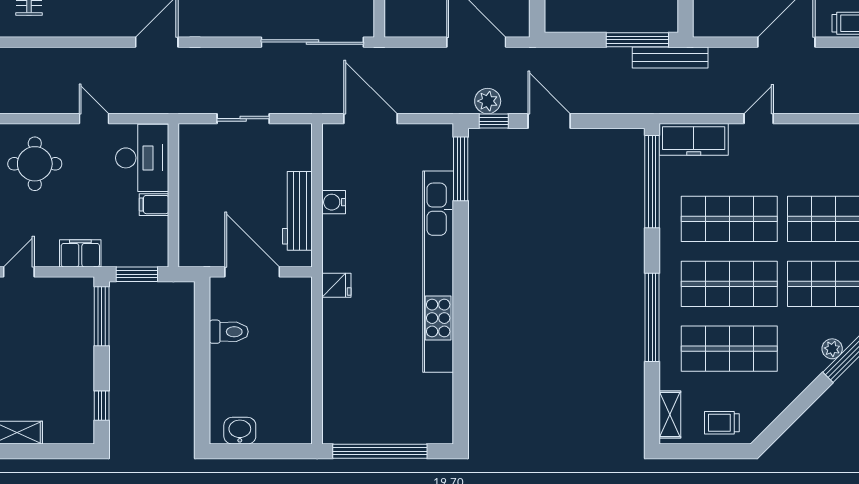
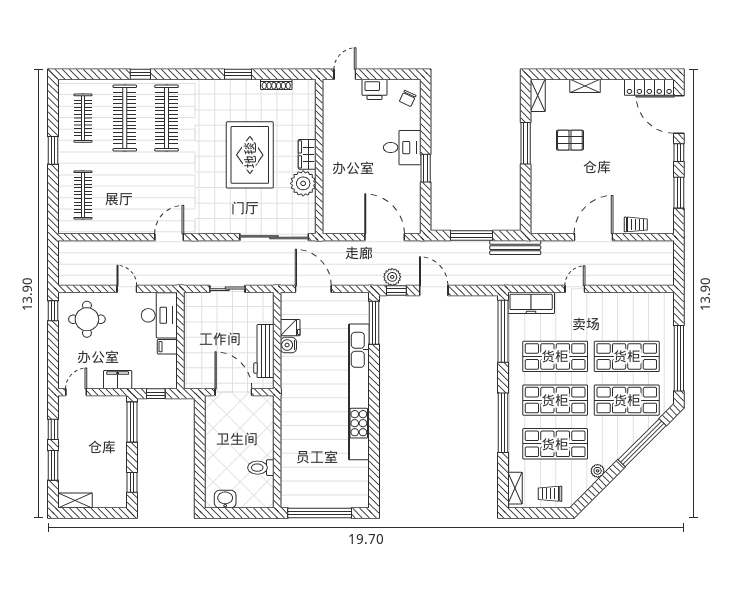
window: (637, 40) -> (472, 236), moved
window: (137, 274) -> (156, 394), width x0.67
fridge: (336, 285) -> (290, 328), moved
toilet: (229, 332) -> (261, 468), moved, turned 180
plant: (832, 349) -> (598, 471), moved

